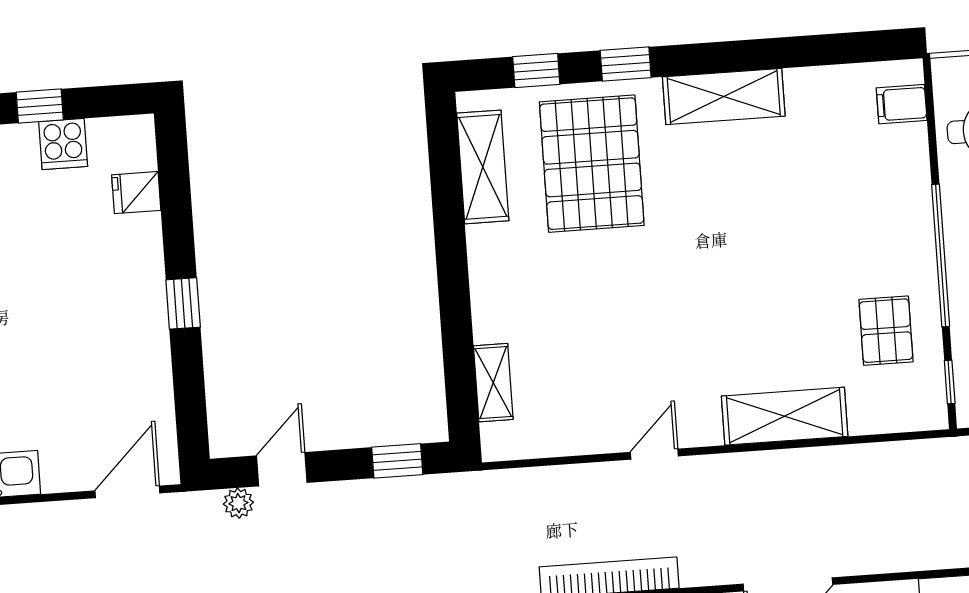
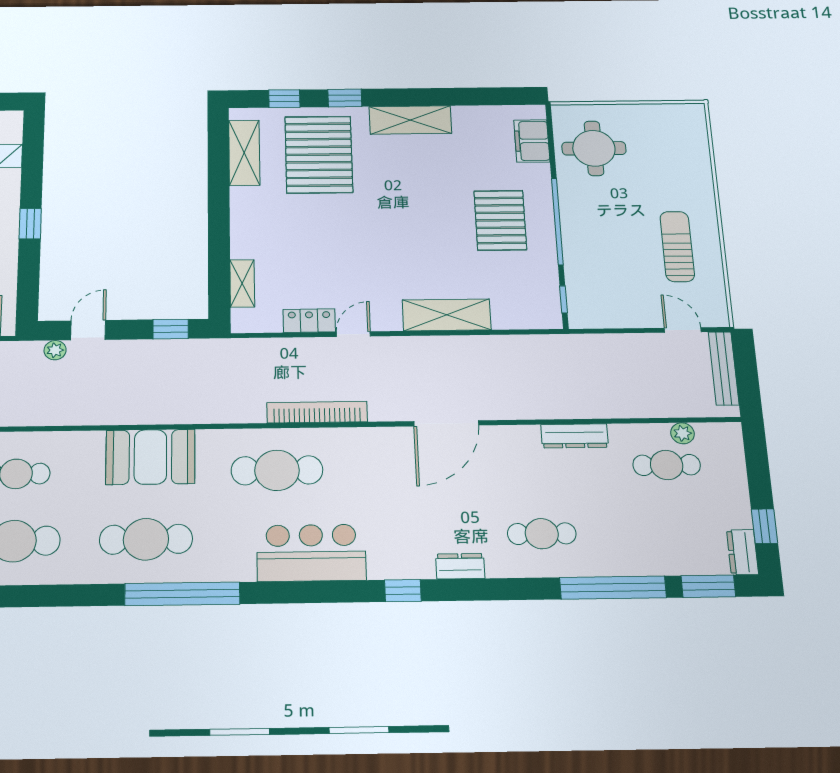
filing cabinet: (902, 104) -> (532, 141), width x2.00
pallet: (886, 331) -> (500, 220), moved, width x1.50, depth x1.42
locker: (591, 436) -> (309, 321), added

